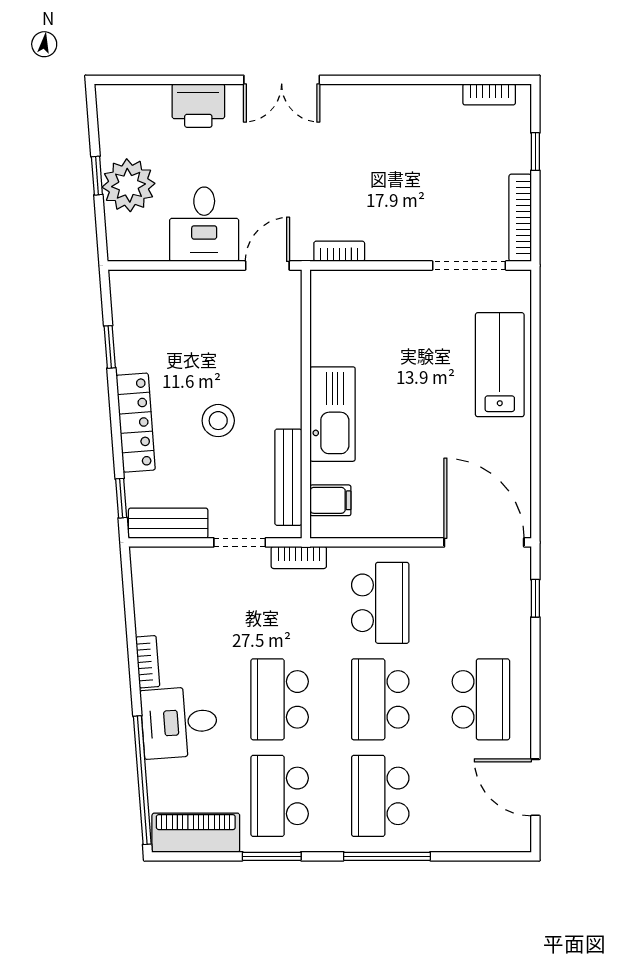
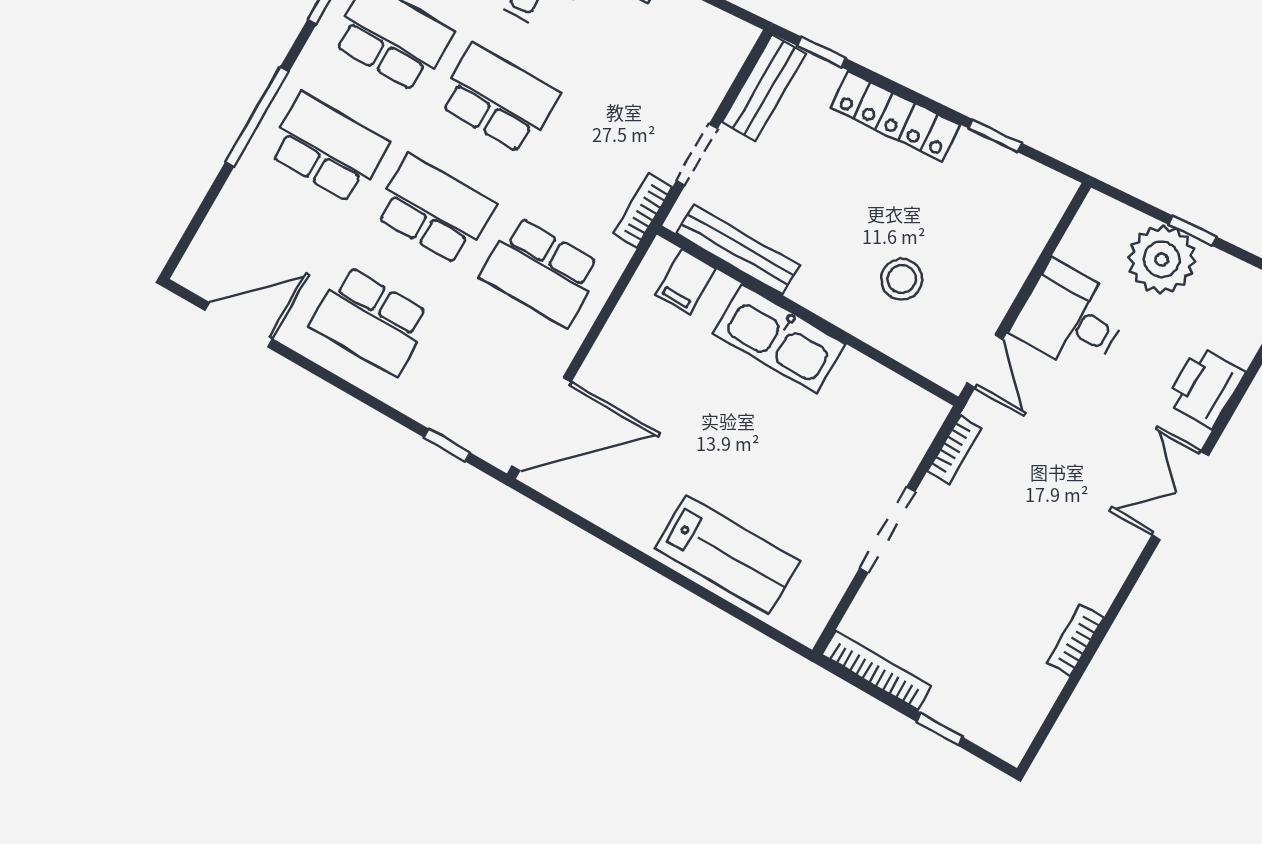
bookcase: (489, 94) -> (1075, 640), moved
doorway: (469, 266) -> (887, 530), moved
stool: (218, 421) -> (902, 279), moved

